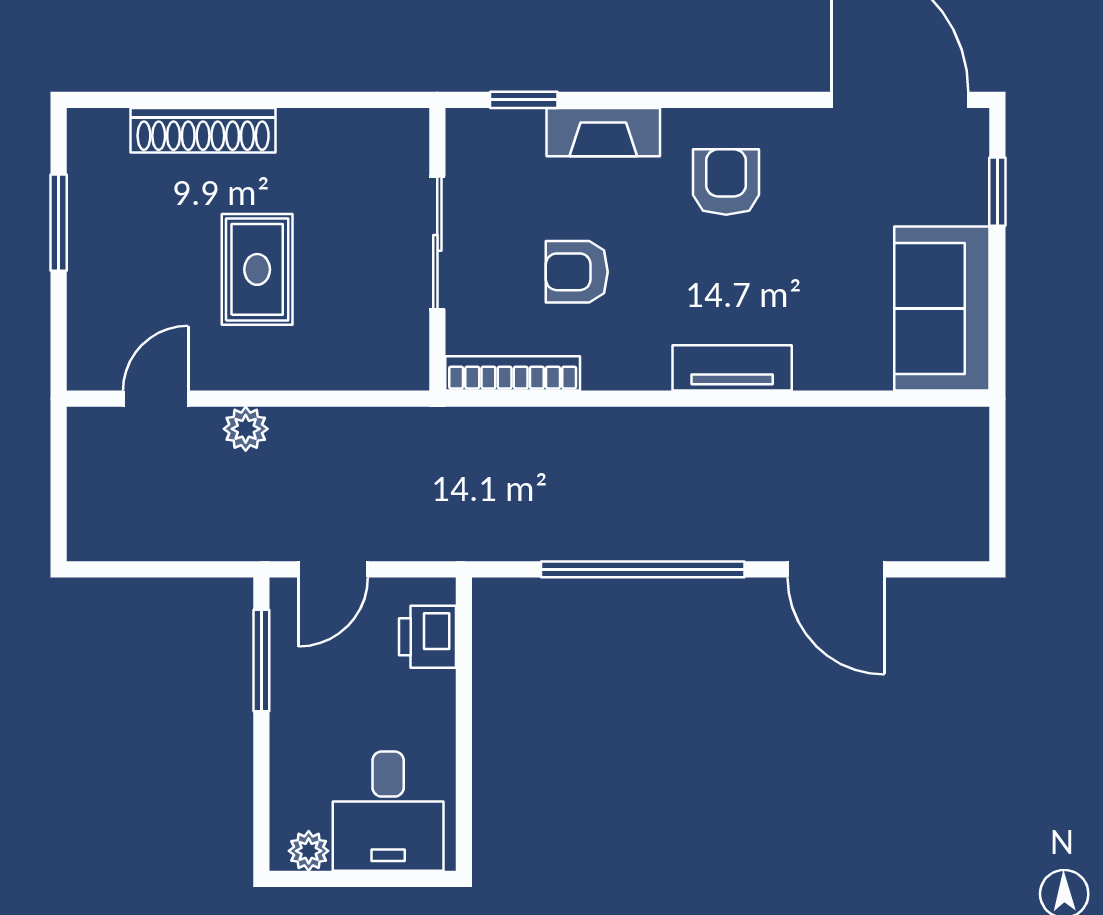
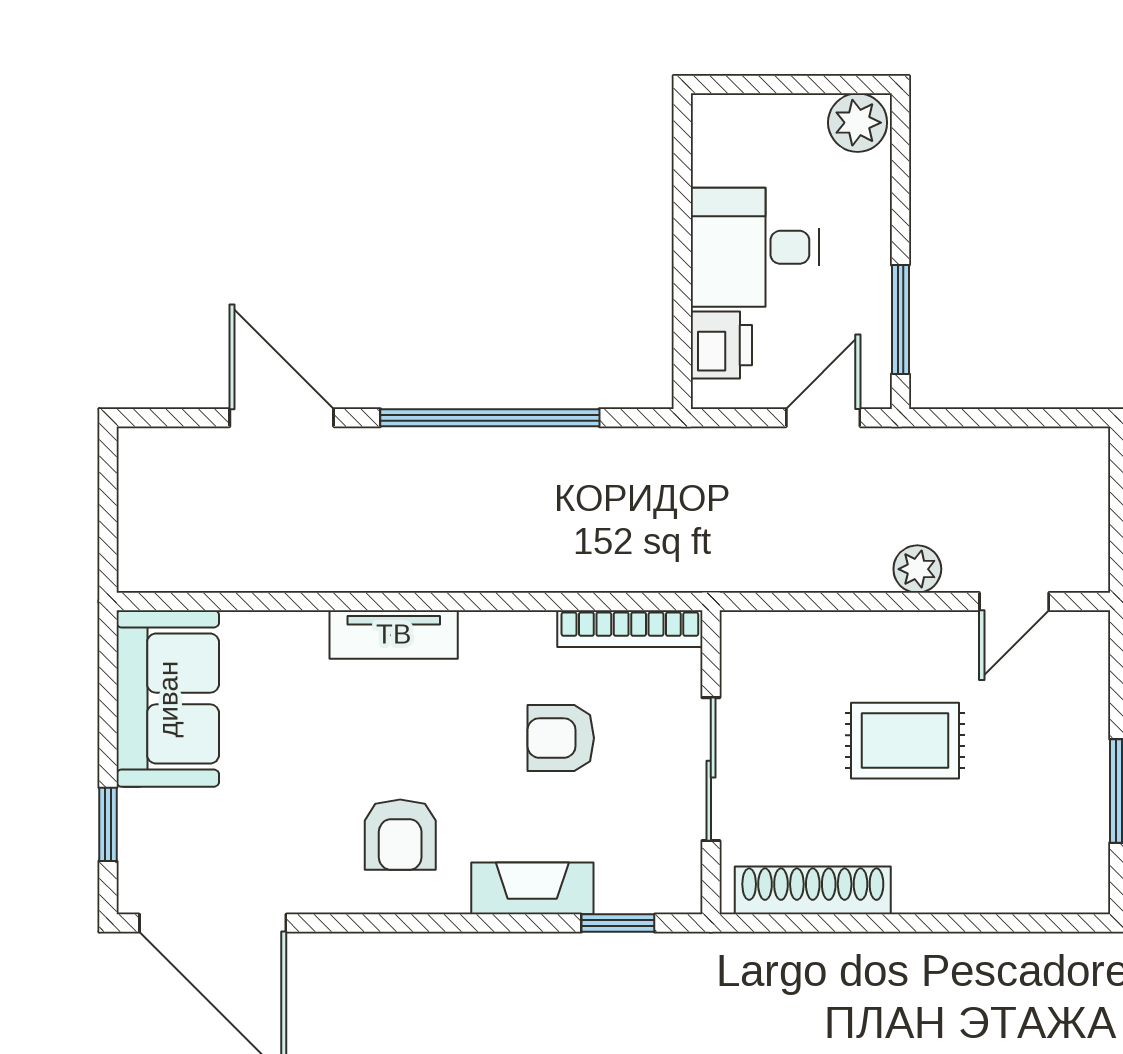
shoe rack: (203, 130) -> (813, 890), moved
rug: (257, 269) -> (905, 741), turned 90
armchair: (577, 272) -> (561, 738), turned 180
desk: (388, 811) -> (755, 247), moved, turned -90
plant: (309, 851) -> (858, 123), width x1.38, depth x1.38

